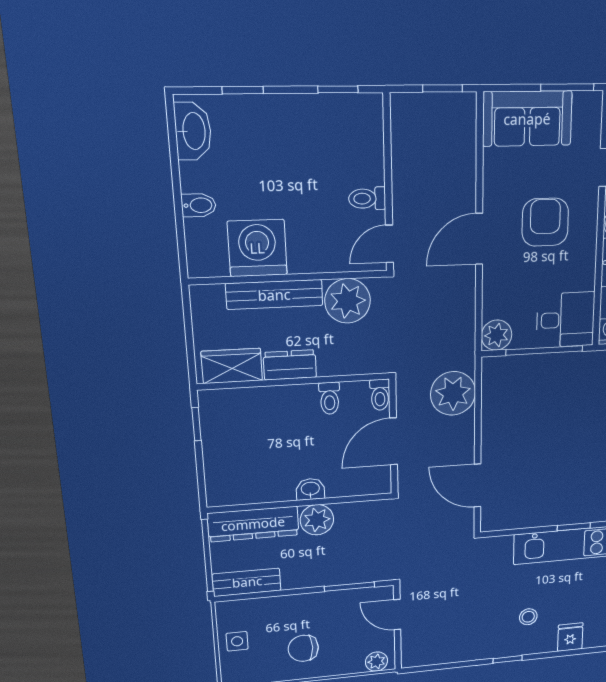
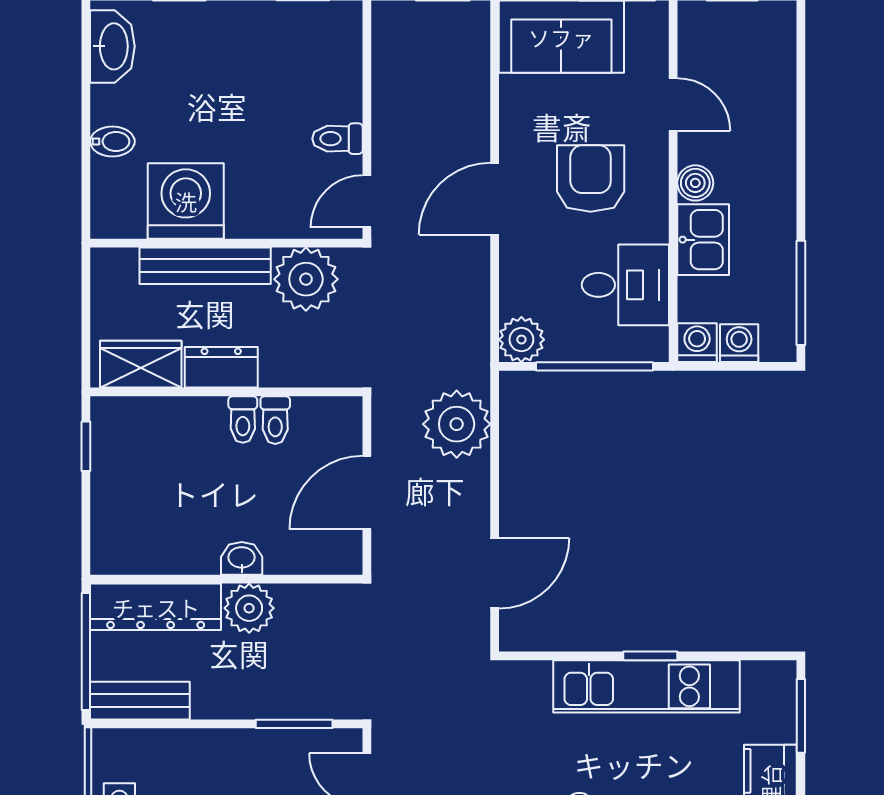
desk: (565, 320) -> (625, 285), moved
toilet: (380, 395) -> (243, 420), moved
door: (478, 486) -> (495, 573), swing flipped

